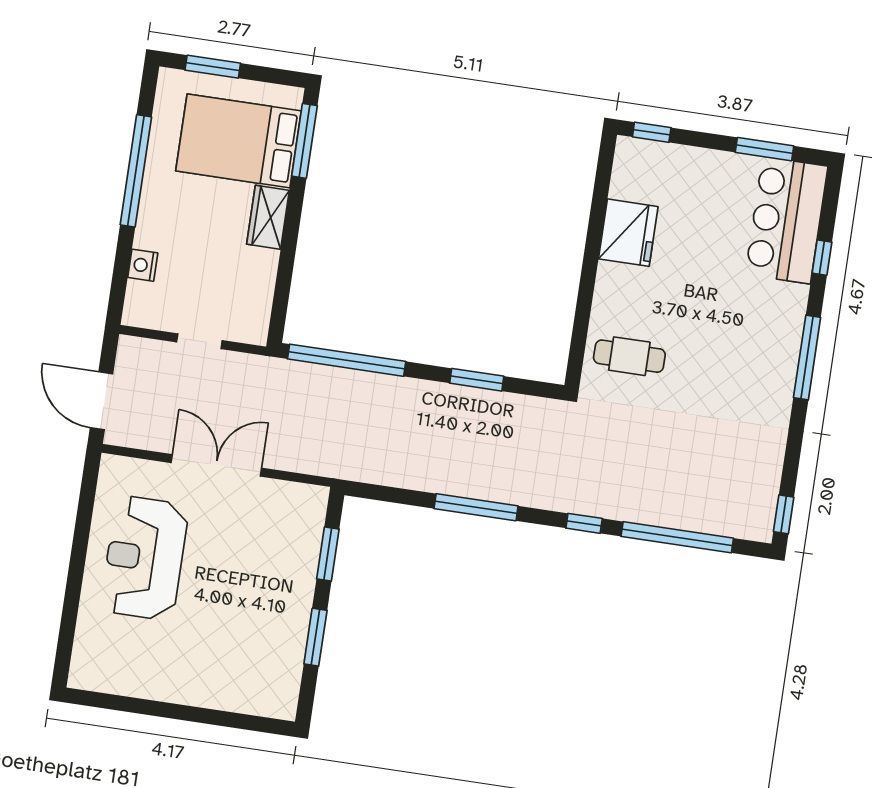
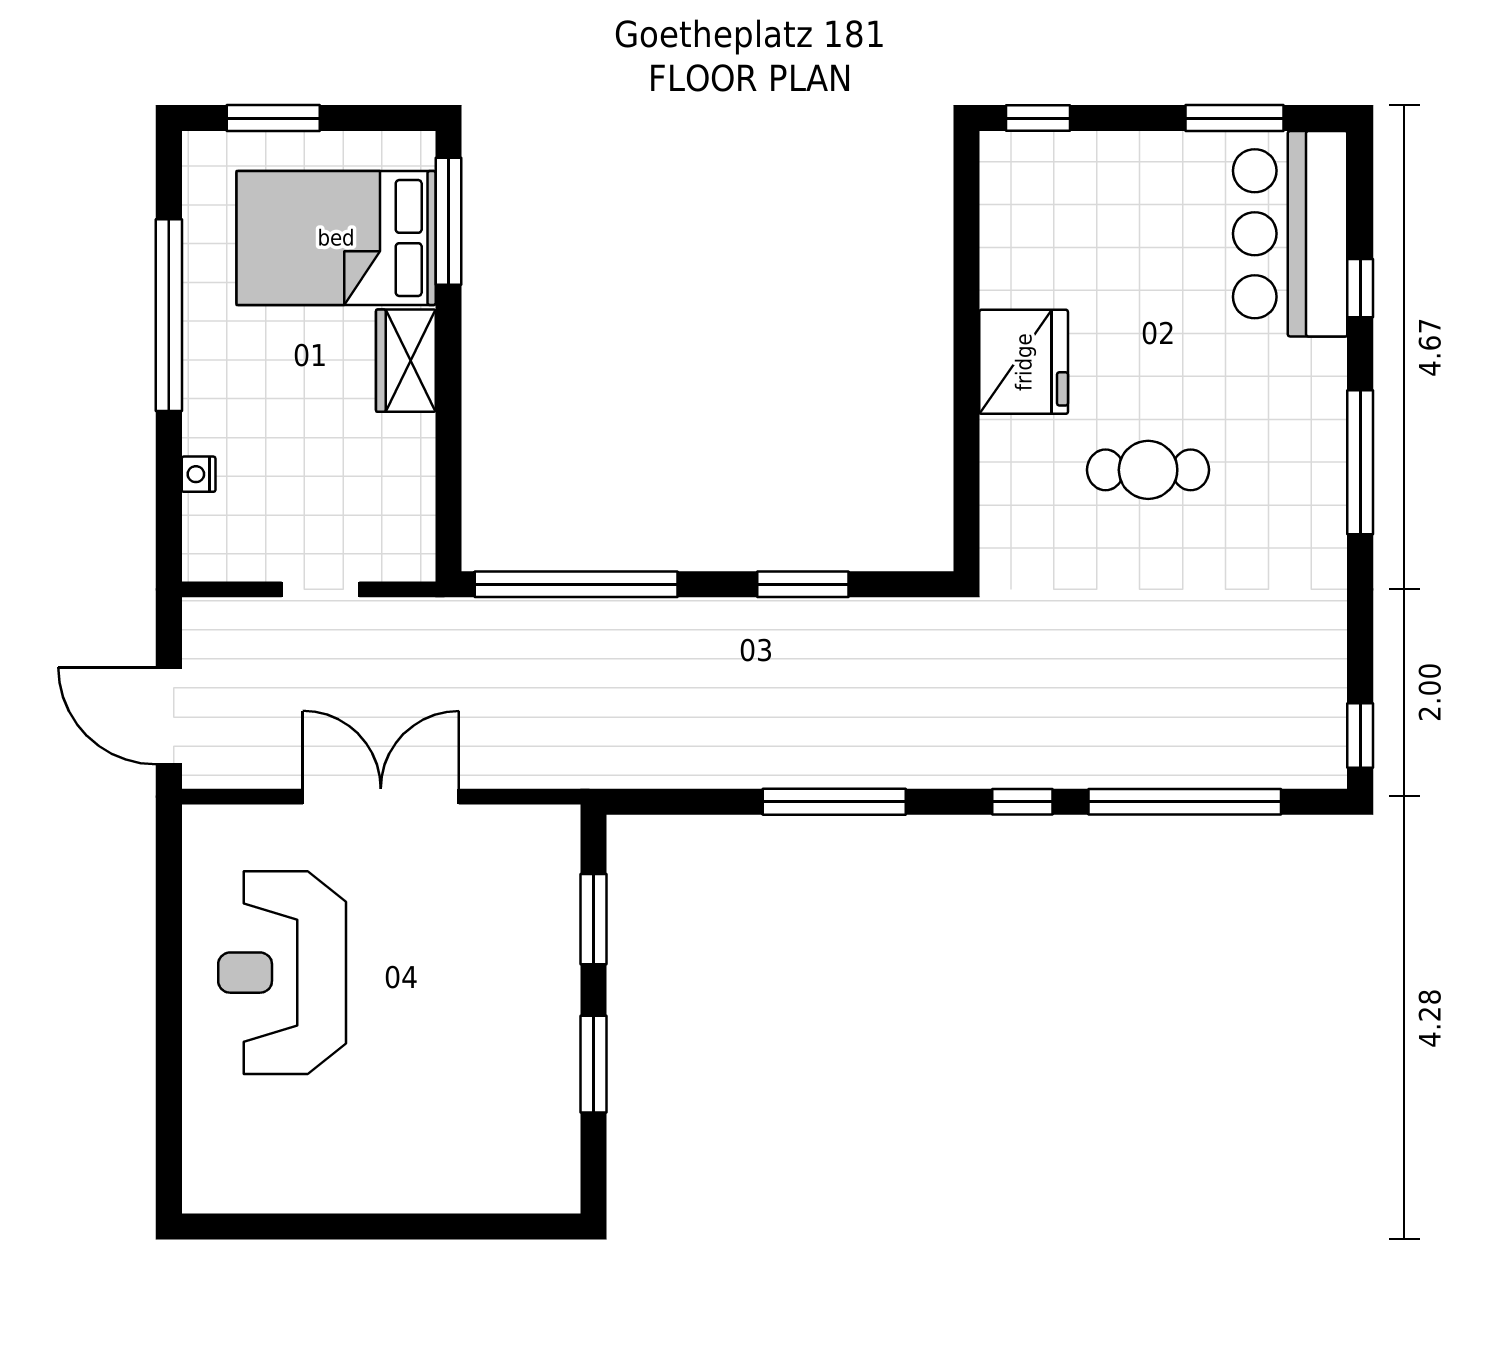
fridge: (628, 233) -> (1024, 362), moved
nightstand: (143, 265) -> (199, 474), width x0.72, depth x0.74
cafe table: (629, 356) -> (1148, 470), moved

